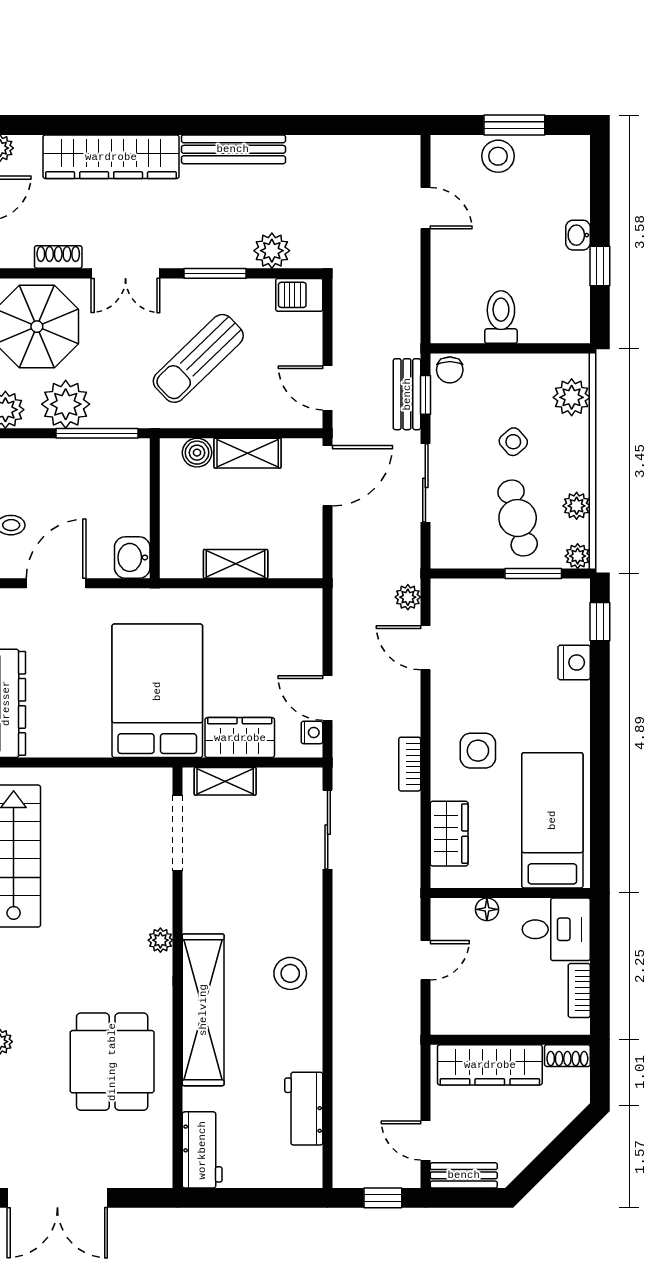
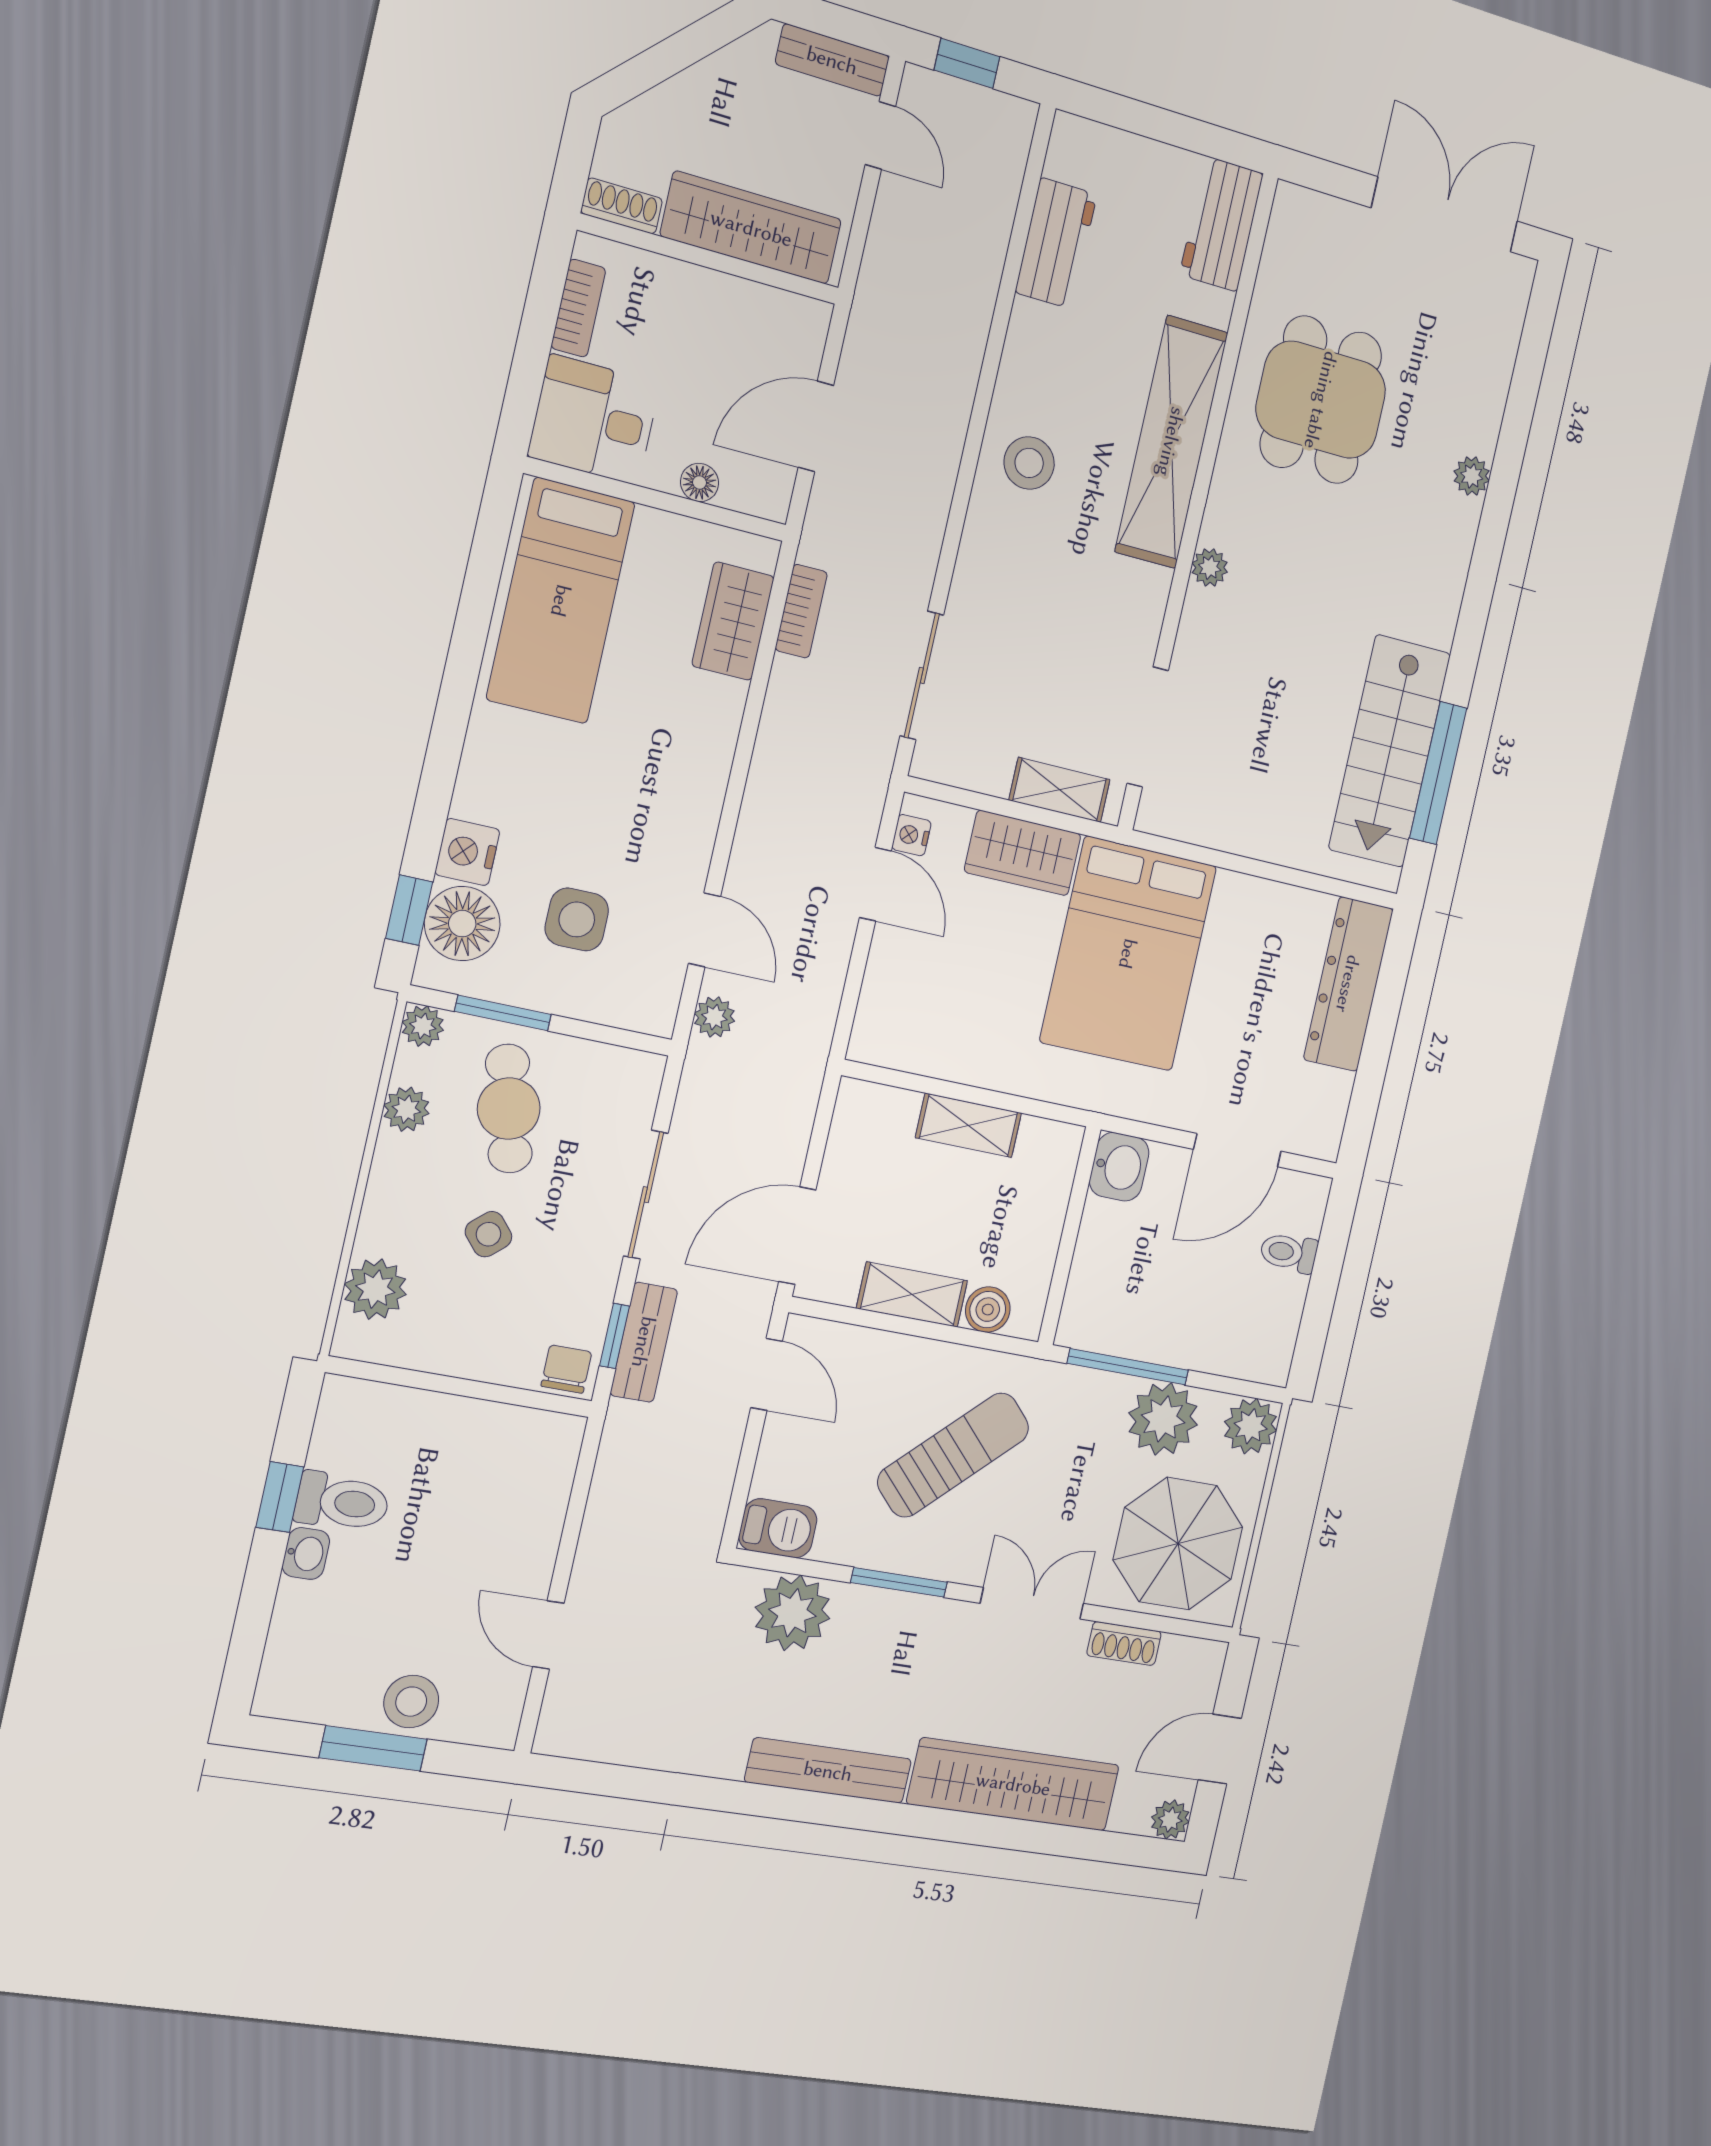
plant: (272, 251) -> (793, 1613), width x1.36, depth x1.36
toilet: (501, 317) -> (342, 1502), moved, turned -90
floor lamp: (568, 620) -> (462, 924), added
side table: (478, 751) -> (577, 919), moved
bookcase: (410, 764) -> (801, 611), moved
door: (425, 960) -> (816, 426), width x1.38

